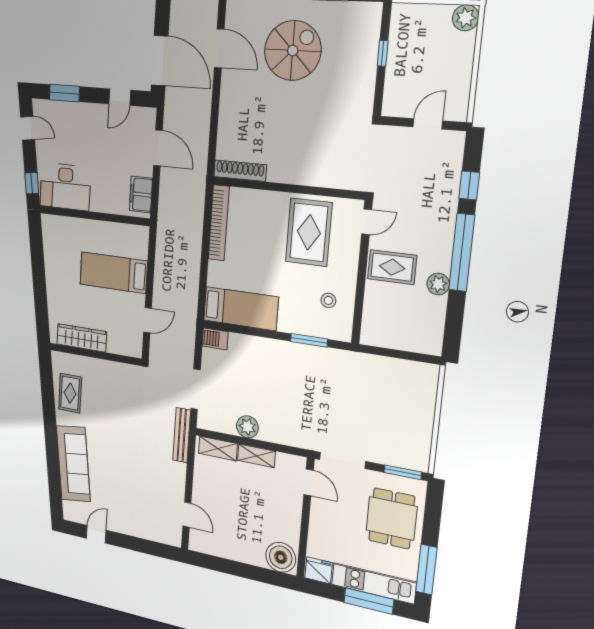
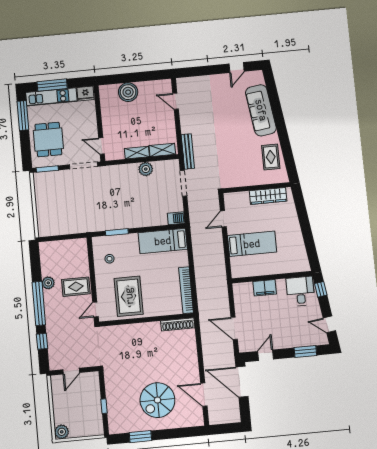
desk: (65, 187) -> (300, 291), width x0.73
filing cabinet: (141, 194) -> (265, 288), moved, turned 90
boiler: (281, 557) -> (128, 92), moved

